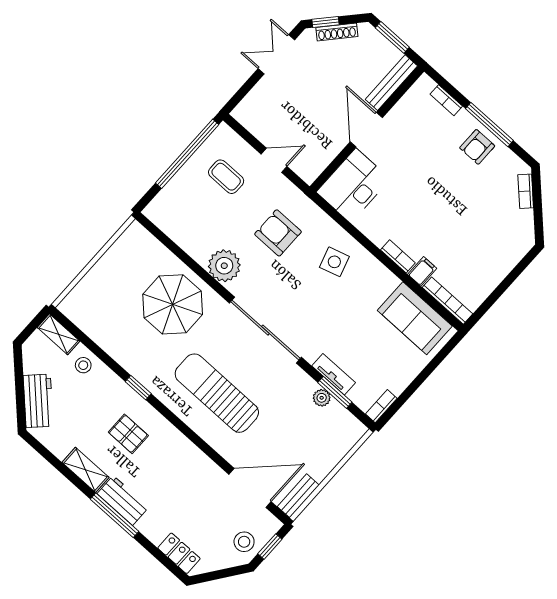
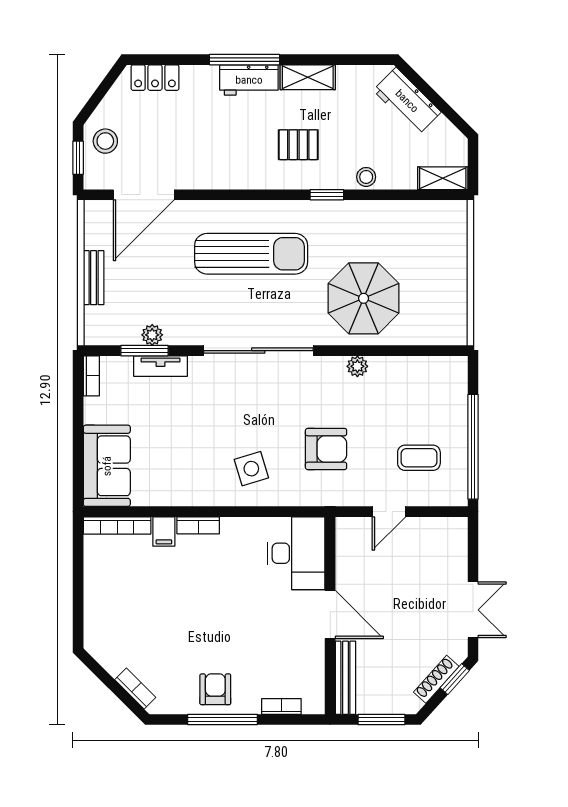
plant: (224, 266) -> (357, 366), width x0.53, depth x0.53
sofa: (415, 318) -> (107, 466), moved, turned 90
stool: (83, 365) -> (366, 177), moved
bench: (298, 496) -> (94, 278), moved

